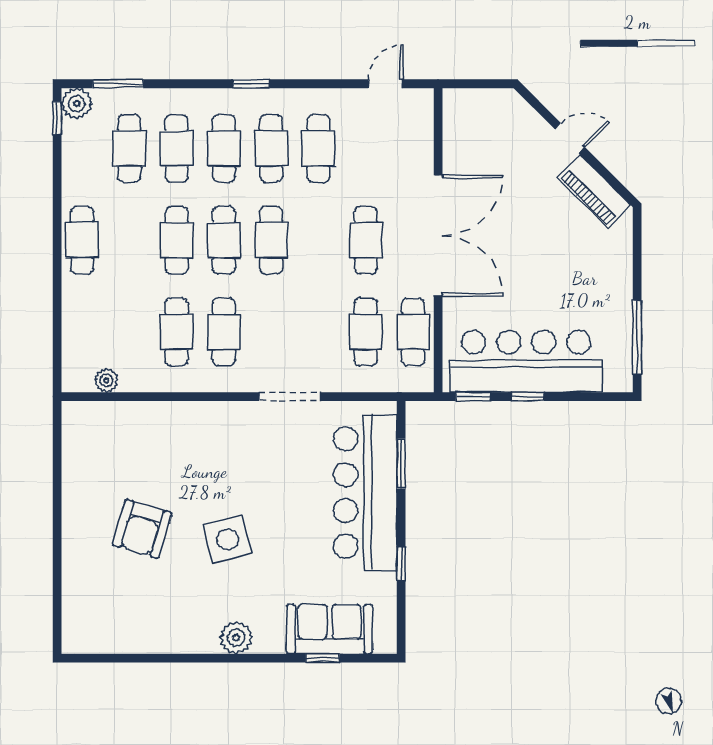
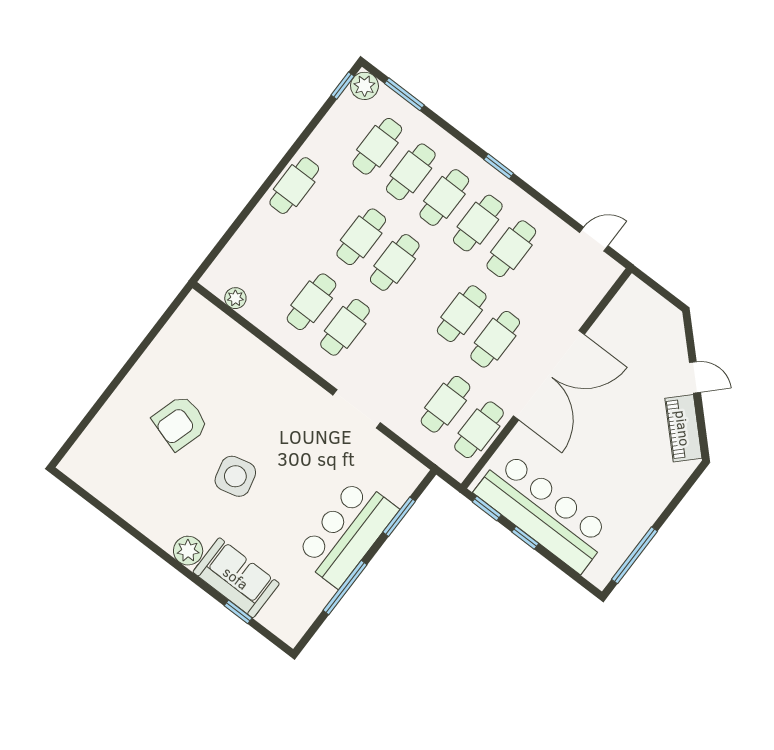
cafe table: (271, 240) -> (462, 314), moved
bar counter: (365, 493) -> (347, 533), width x0.73
window: (401, 564) -> (345, 588), width x2.17
sofa: (330, 629) -> (236, 578), moved

